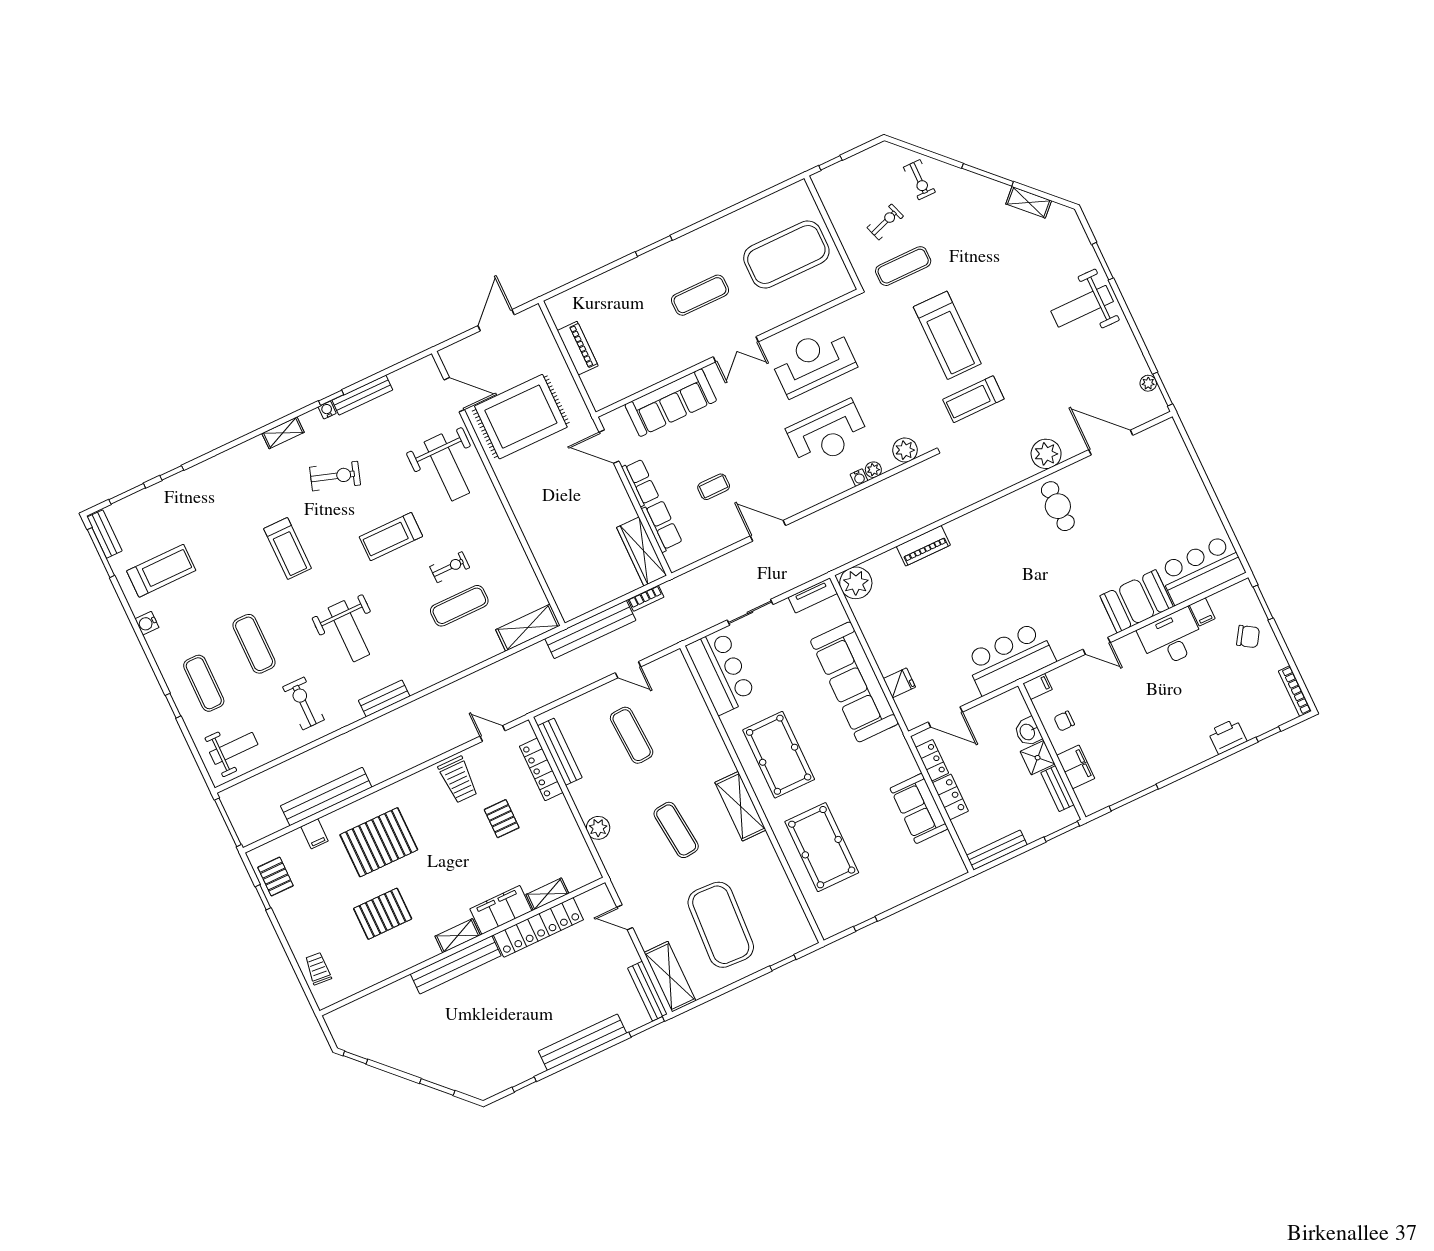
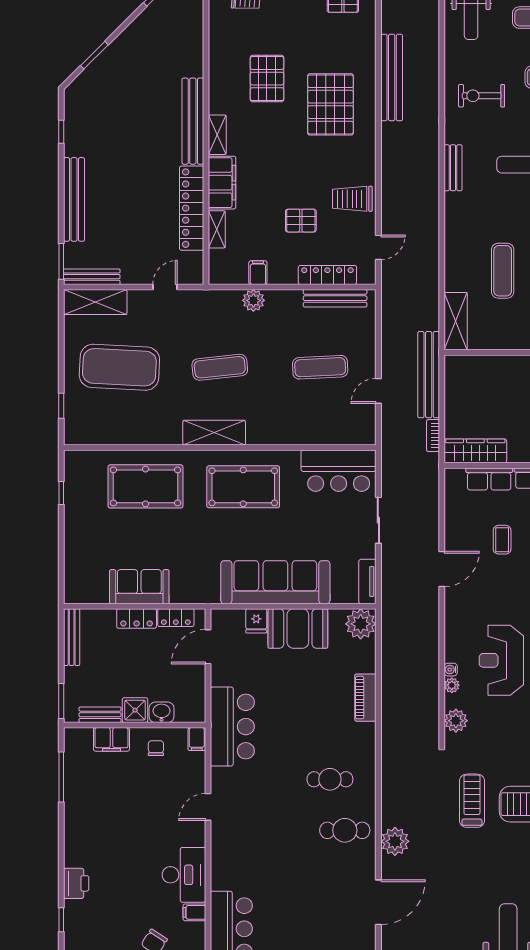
cafe table: (1016, 543) -> (330, 779), added
booth: (1137, 601) -> (298, 628), moved, turned 90
exercise bike: (303, 703) -> (482, 96), turned 180
filing cabinet: (315, 834) -> (258, 273), moved, turned 90

